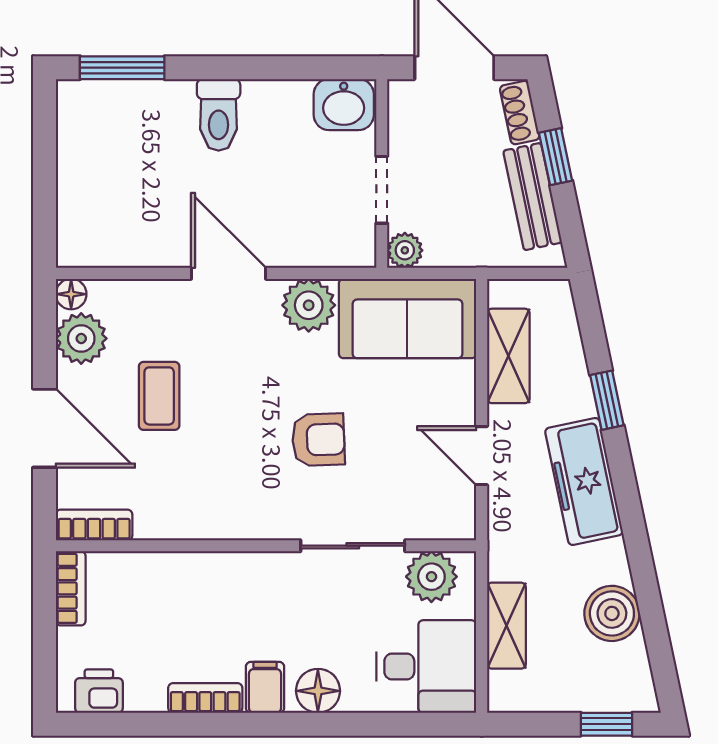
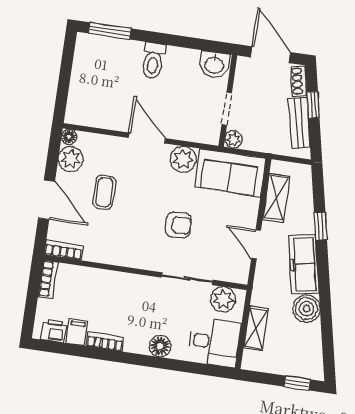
boiler: (612, 613) -> (306, 309), moved
filing cabinet: (265, 687) -> (77, 332), moved

